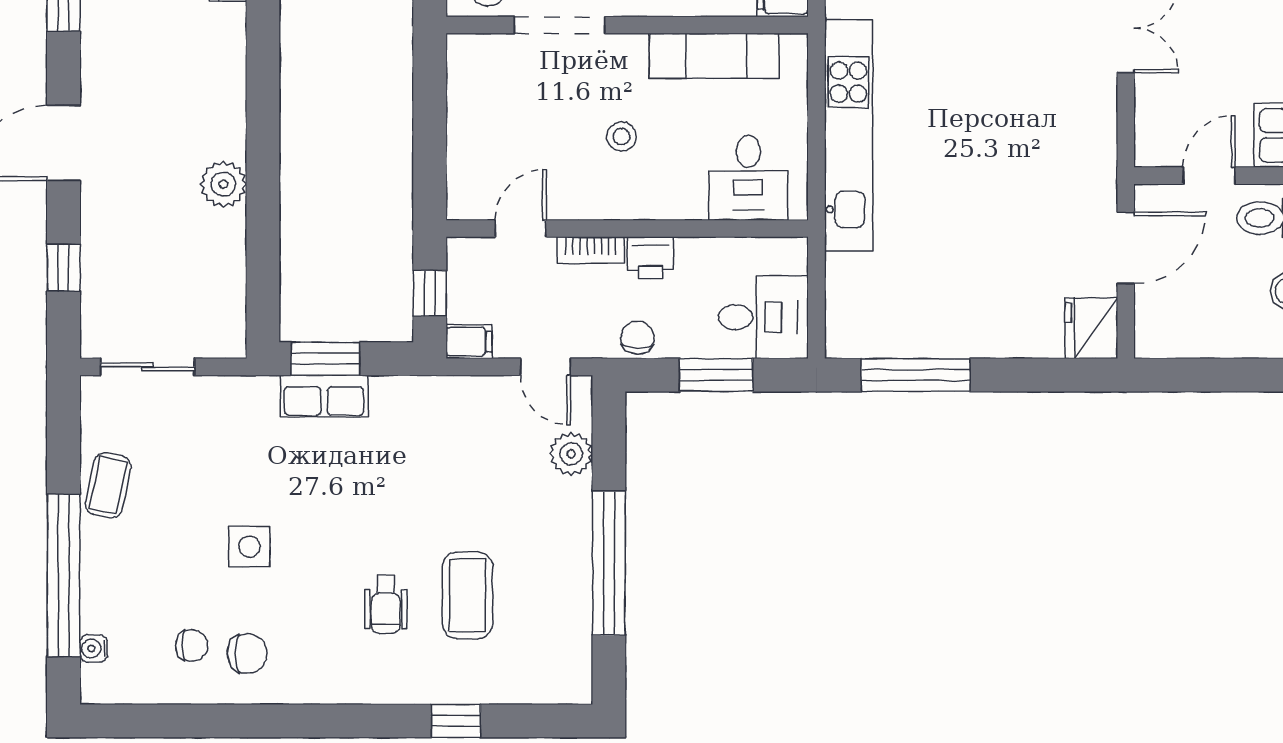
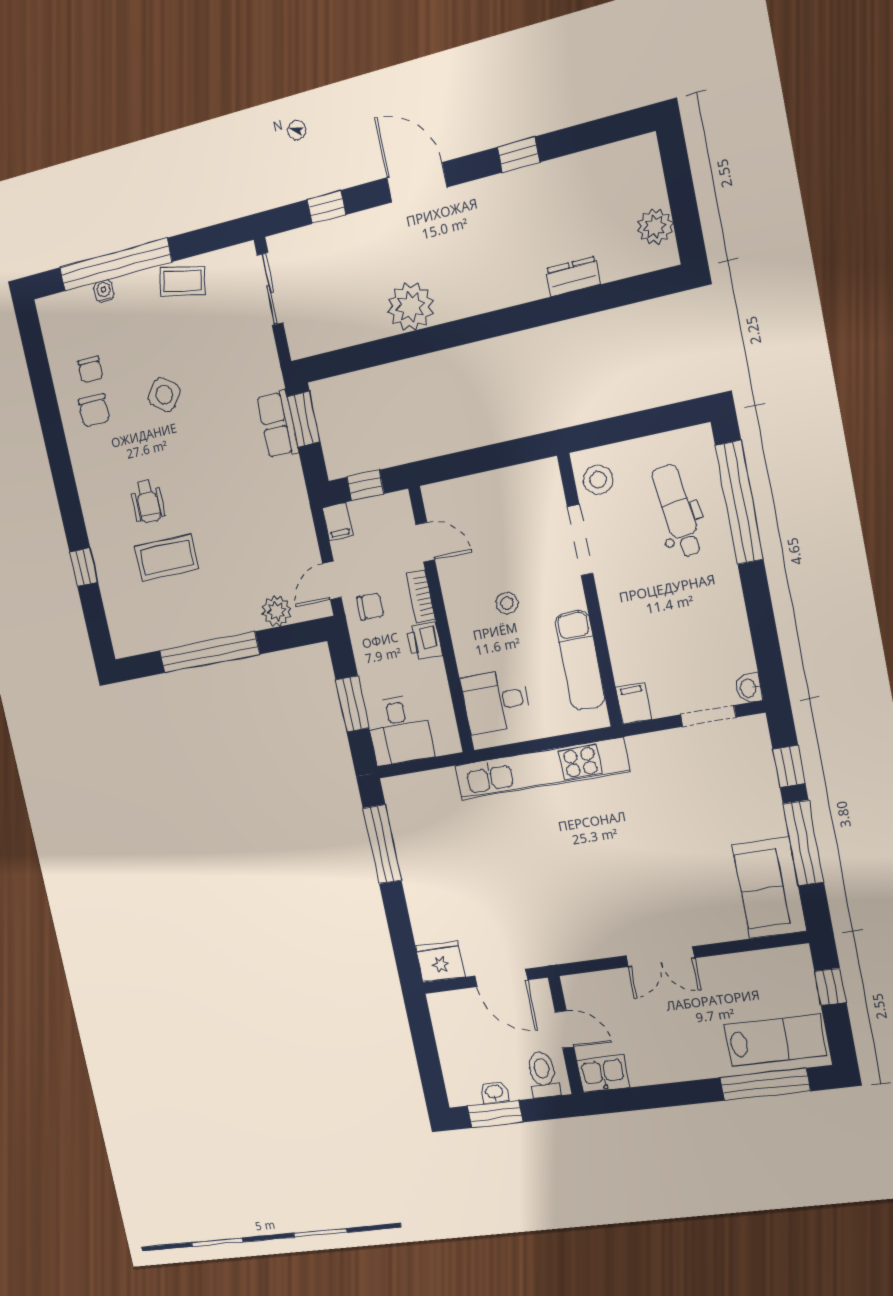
plant: (223, 184) -> (410, 306), width x1.36, depth x1.36
chair: (637, 338) -> (370, 607), moved
side table: (249, 547) -> (164, 395), turned 37
wheelchair: (386, 605) -> (148, 501), turned -90
water cooler: (94, 648) -> (104, 291), moved

